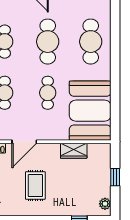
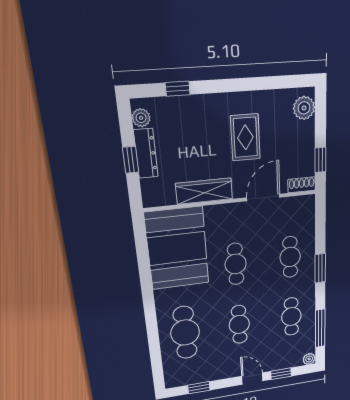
cafe table: (48, 42) -> (239, 324), width x0.73, depth x0.74
wardrobe: (74, 151) -> (204, 191), width x1.50
dresser: (105, 180) -> (146, 153), added

